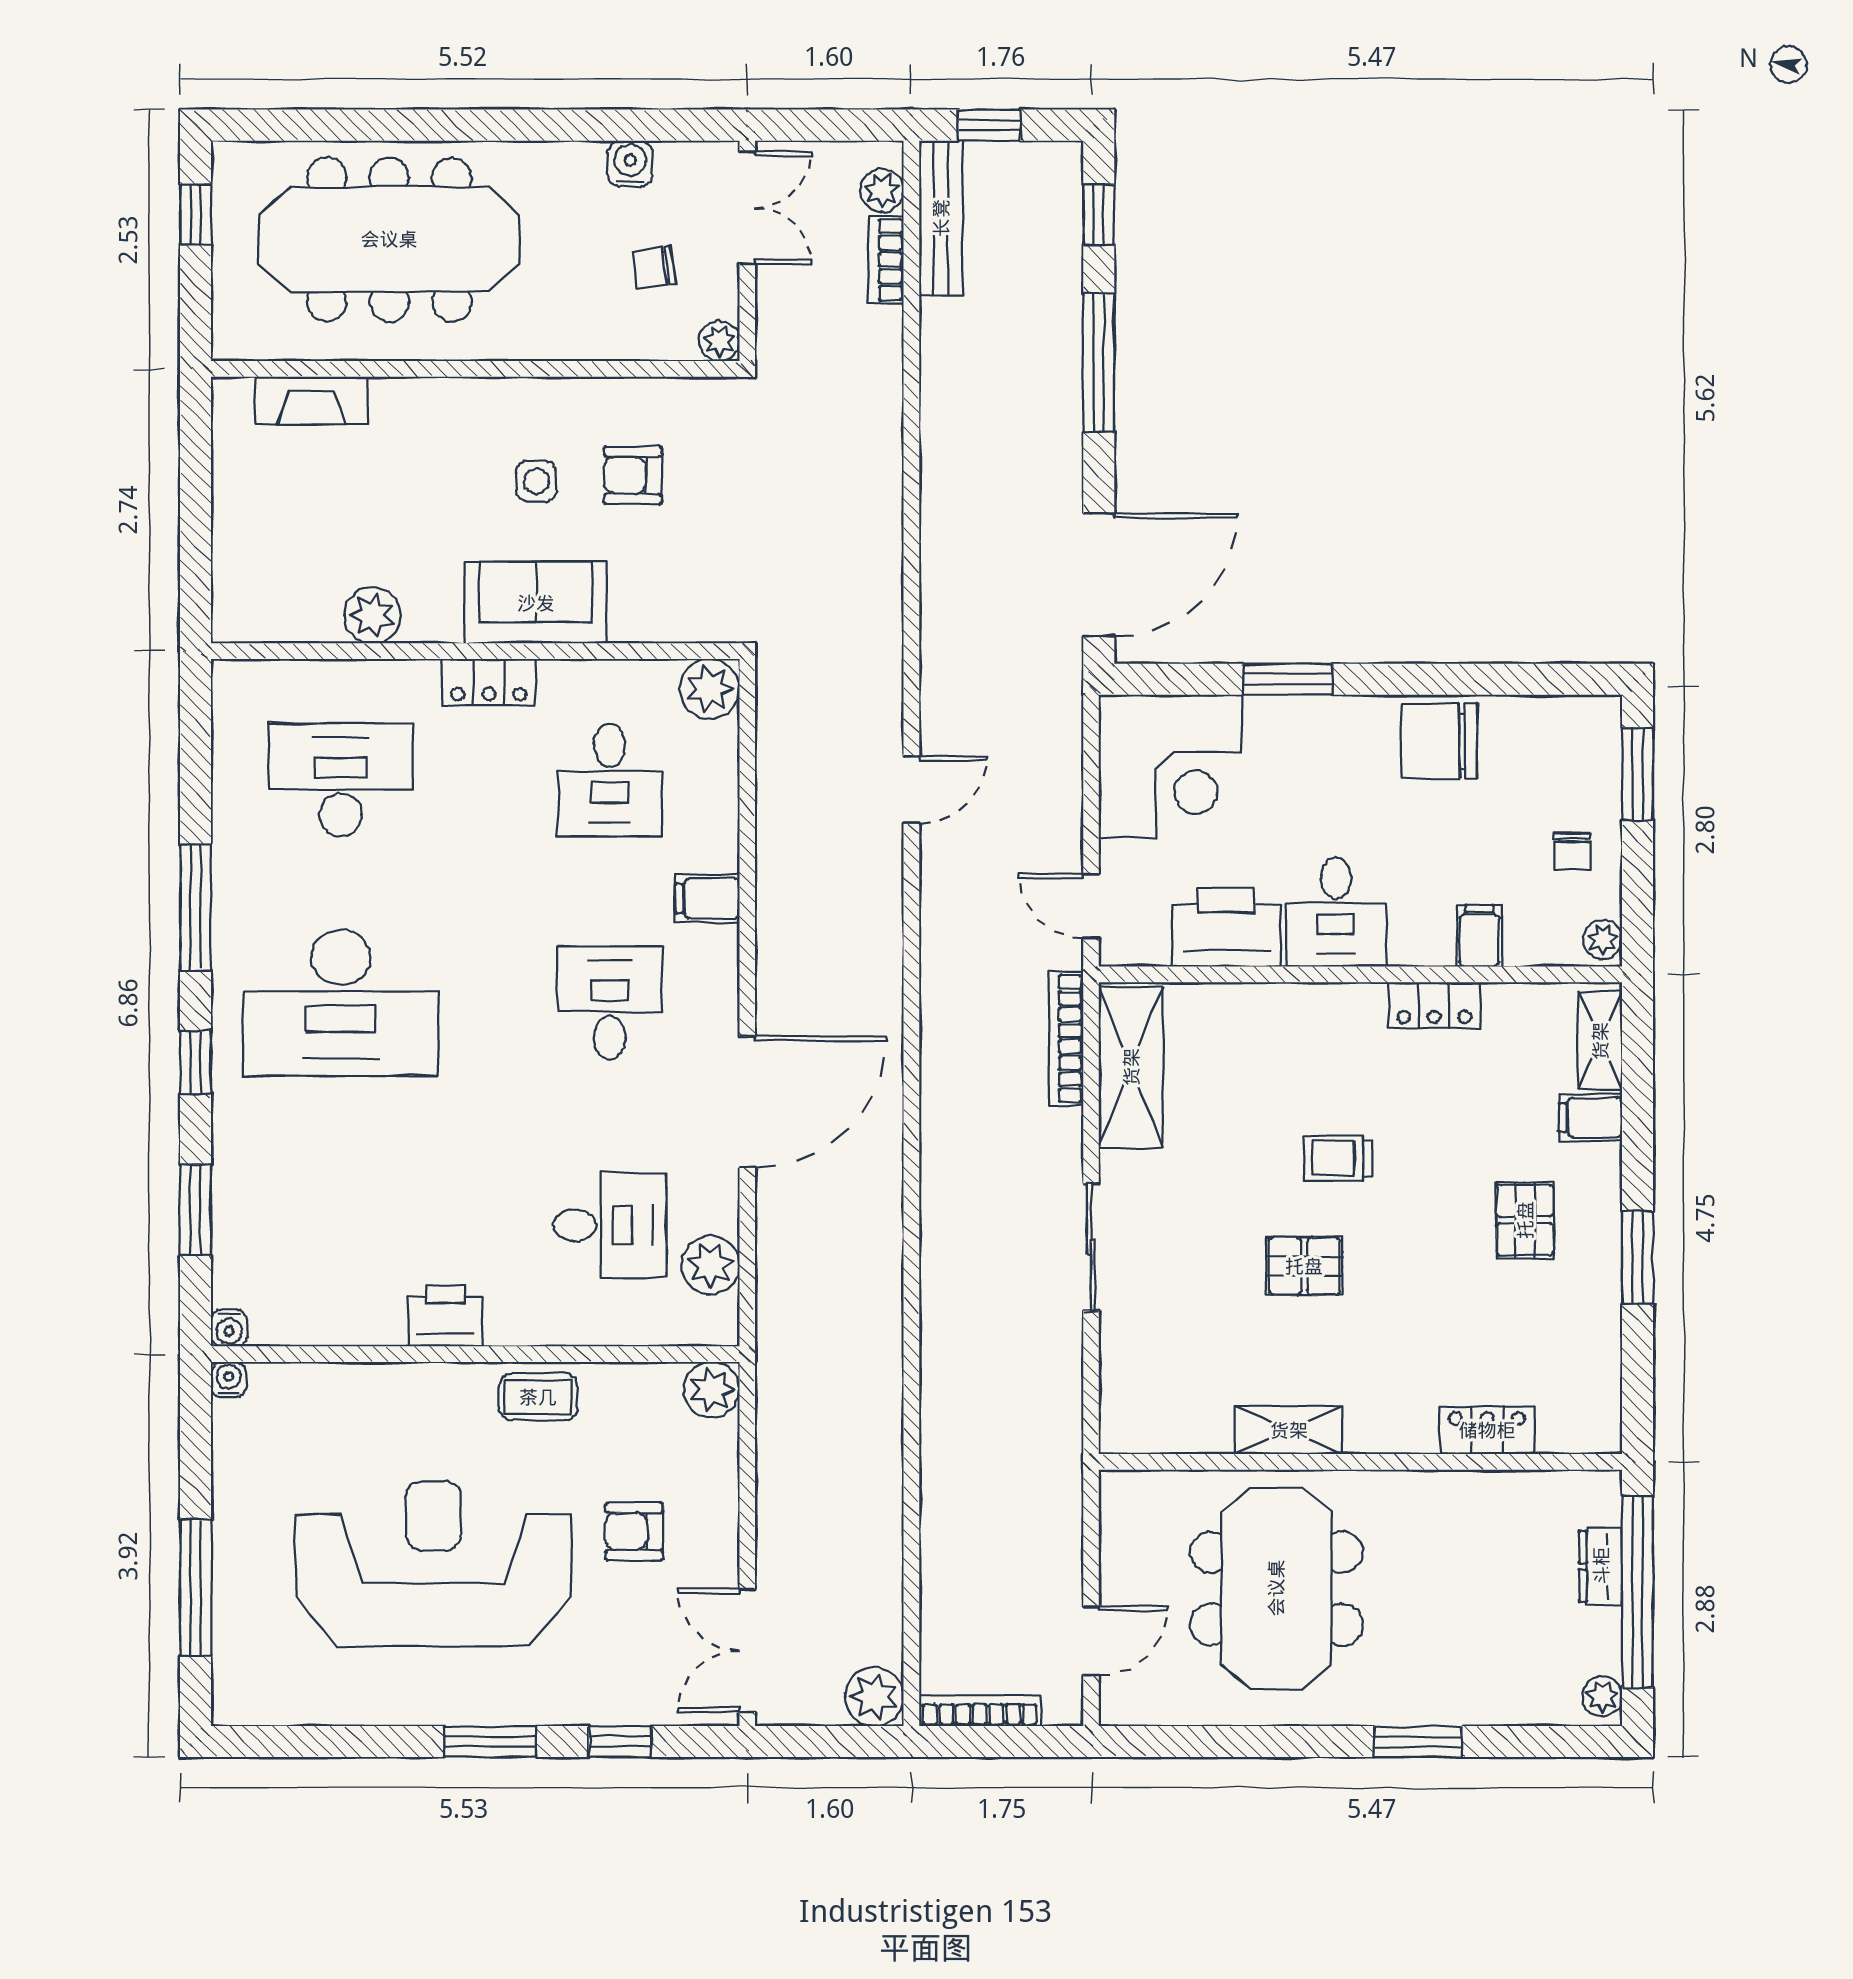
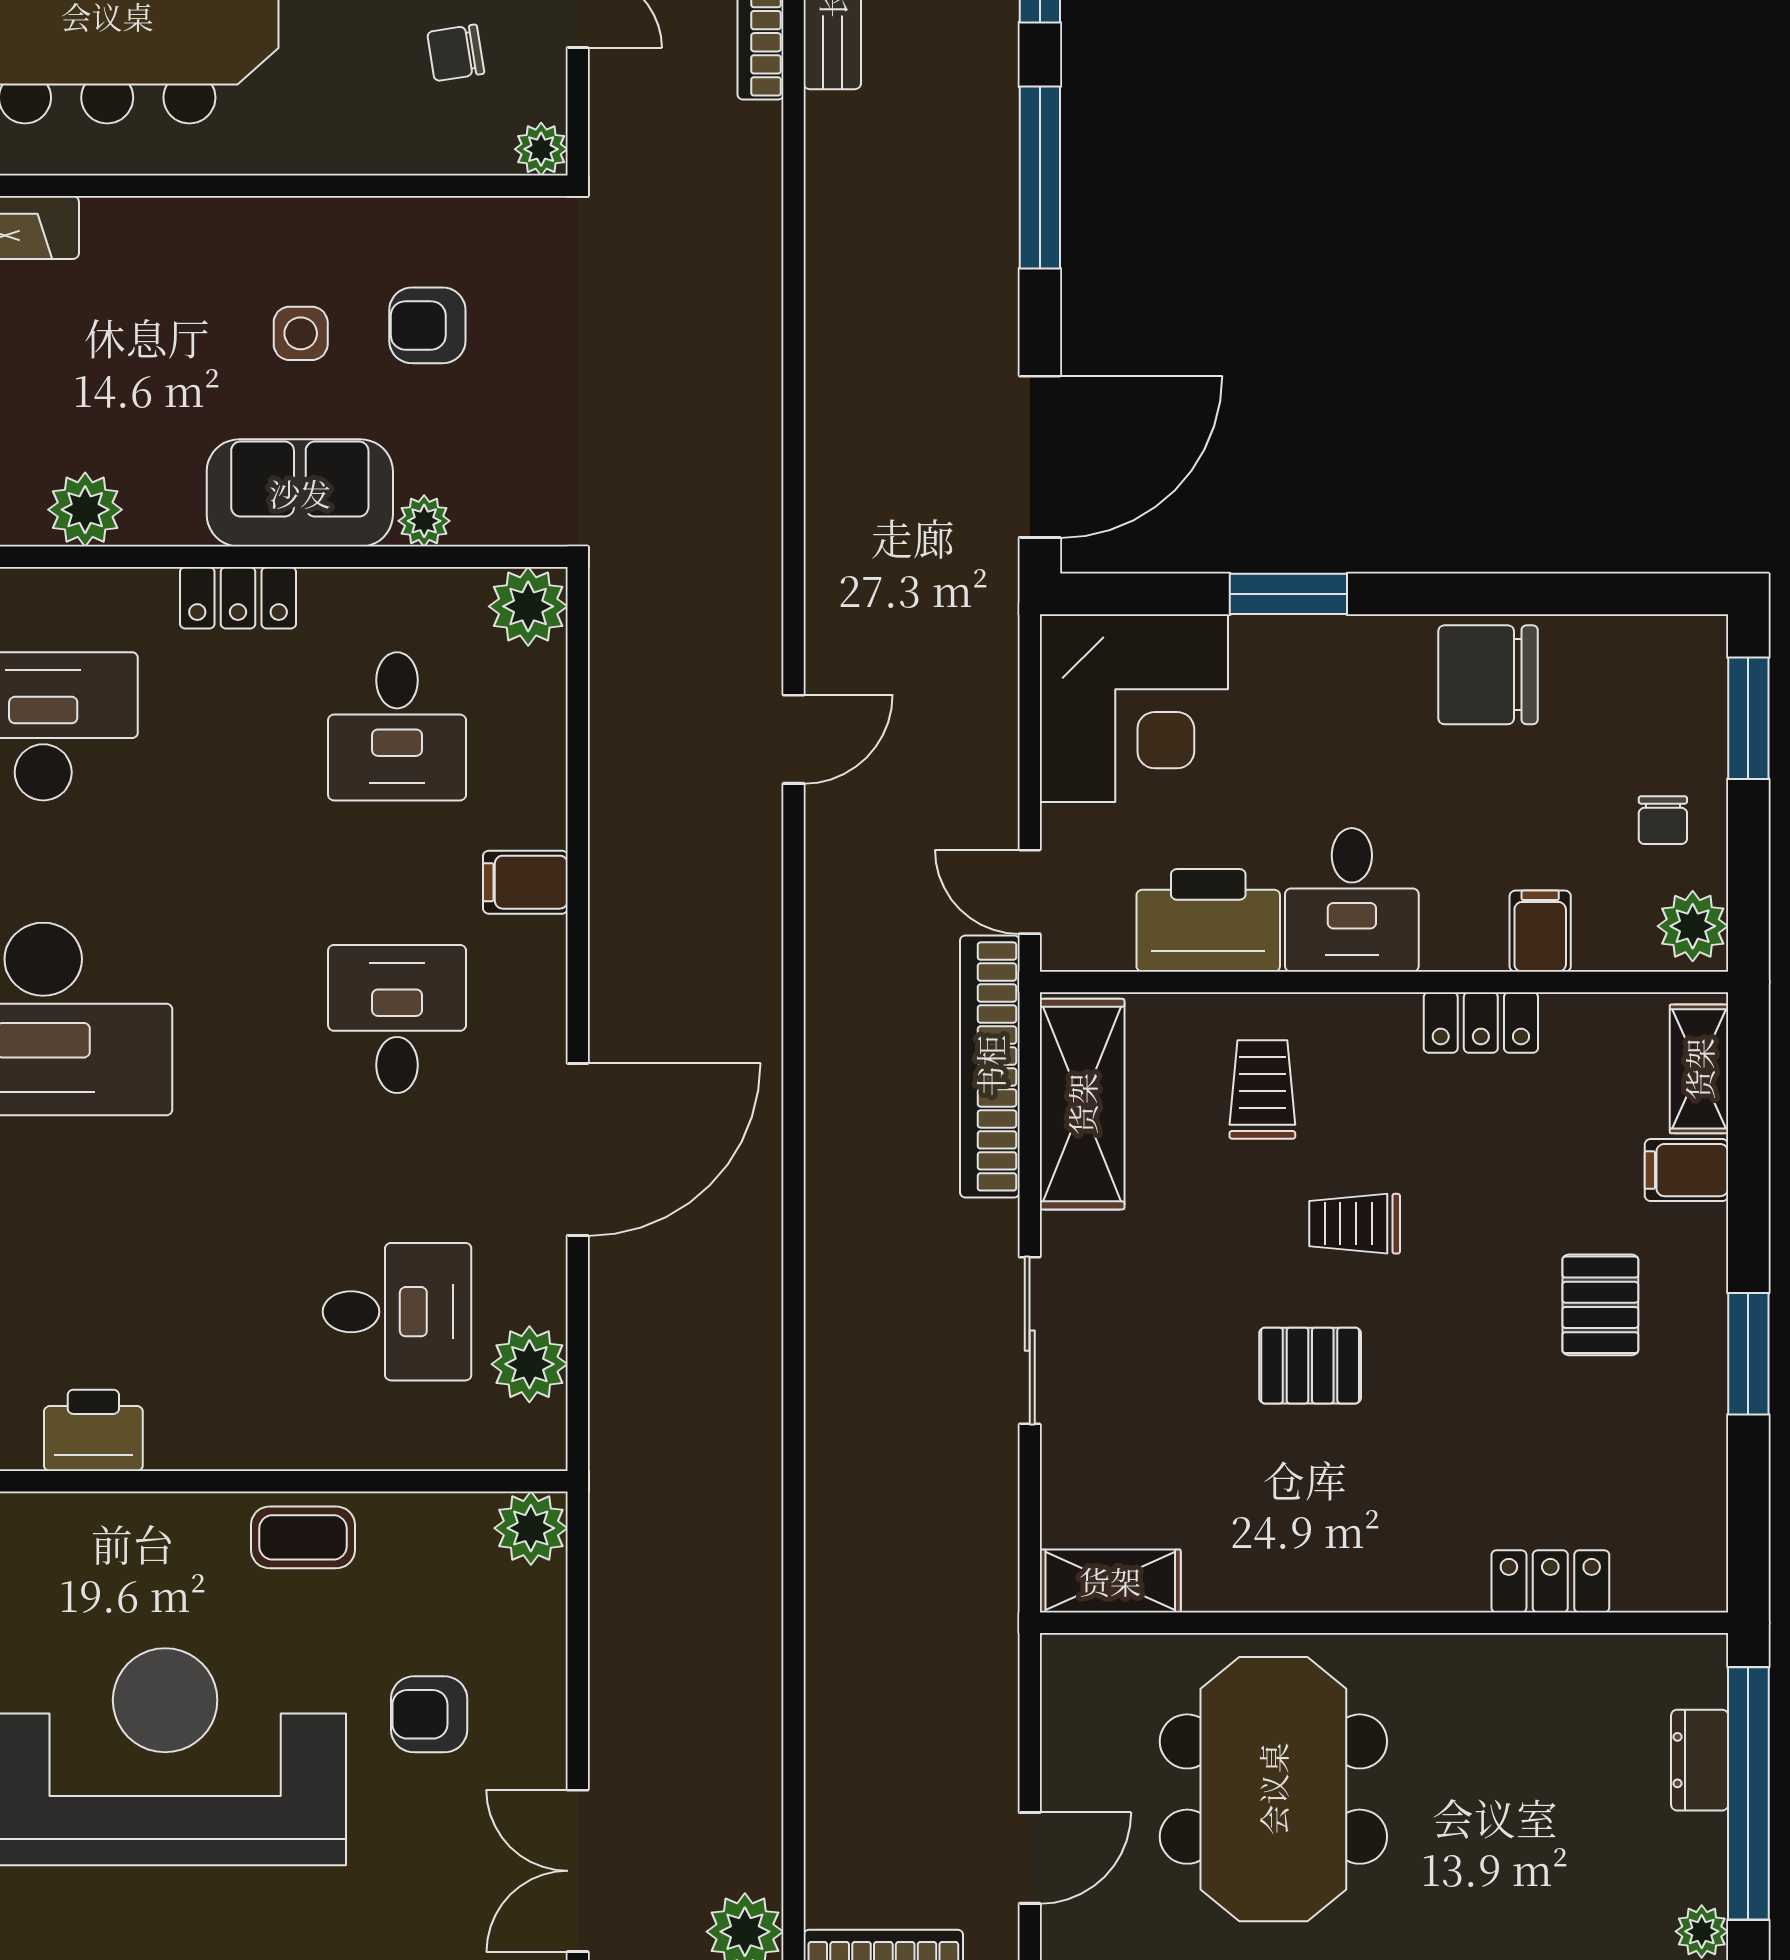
plant: (630, 624) -> (424, 521), added
plant: (1603, 939) -> (1693, 926), width x1.38, depth x1.38
bookcase: (1066, 1039) -> (990, 1066), width x1.48, depth x1.31
trolley: (1268, 1056) -> (1262, 1089), added
printer: (446, 1315) -> (93, 1430), moved
shelving: (1289, 1430) -> (1110, 1581), moved

